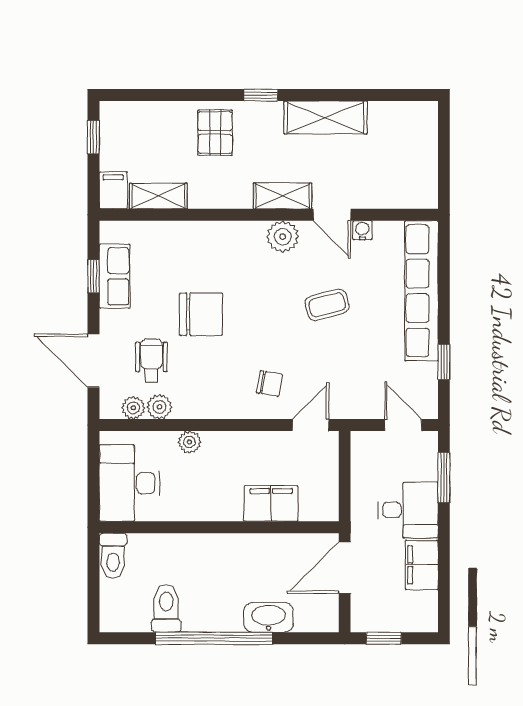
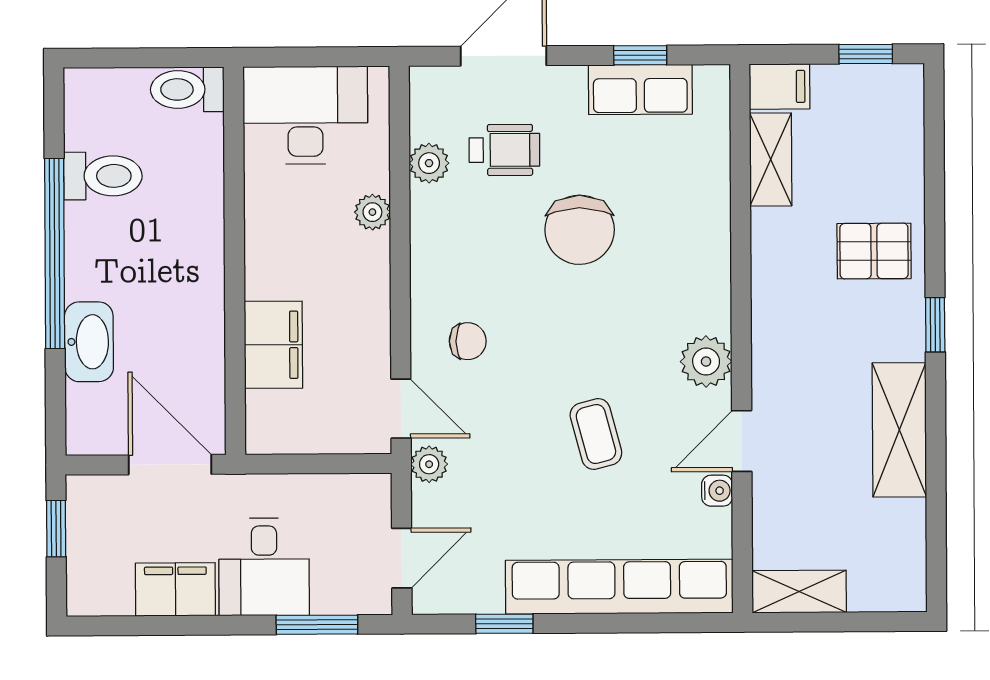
shelving: (283, 196) -> (799, 591), moved, turned 90
chair: (269, 384) -> (468, 341), turned -101
plant: (133, 408) -> (429, 464), moved

